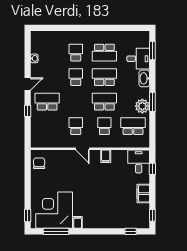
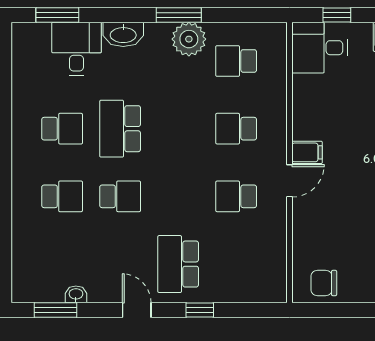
window: (28, 50) -> (55, 310), added
school desk: (76, 53) -> (62, 196), turned 180
school desk: (104, 53) -> (62, 129), width x0.54
school desk: (76, 77) -> (120, 196), turned 180
school desk: (104, 102) -> (178, 129), removed
school desk: (133, 126) -> (236, 61), width x0.54
filing cabinet: (106, 156) -> (307, 152), moved

